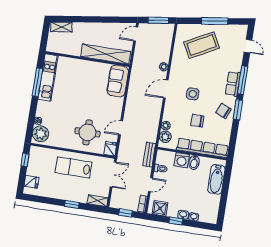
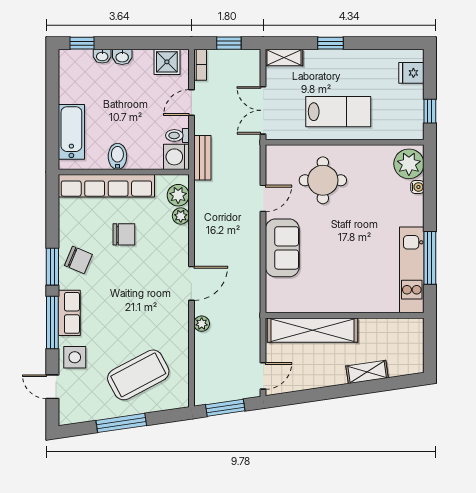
shelving: (61, 27) -> (367, 372), moved
sofa: (118, 81) -> (282, 248), moved
side table: (193, 94) -> (75, 357), moved
fridge: (110, 149) -> (276, 157), removed
washing machine: (182, 160) -> (176, 157), moved, turned -90
window: (176, 221) -> (82, 43), moved

